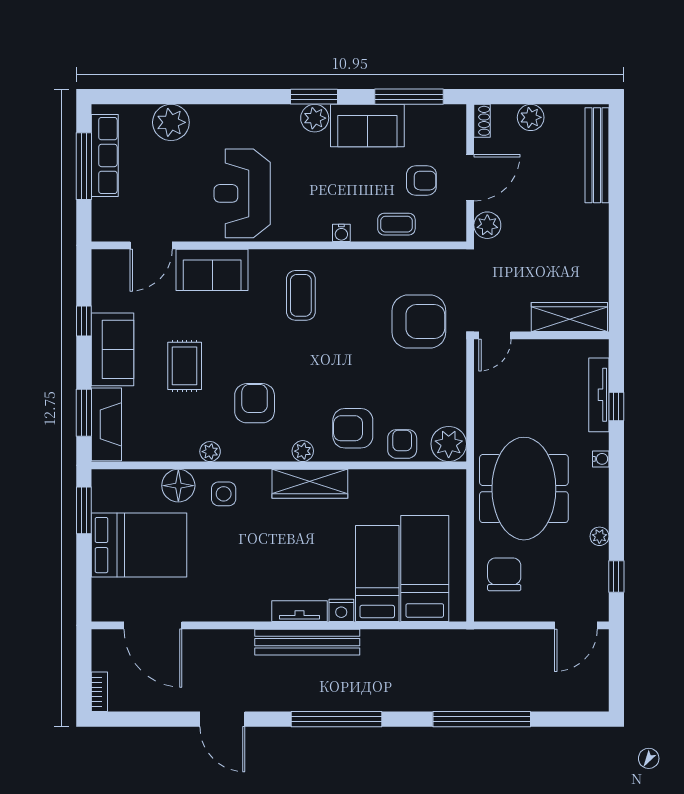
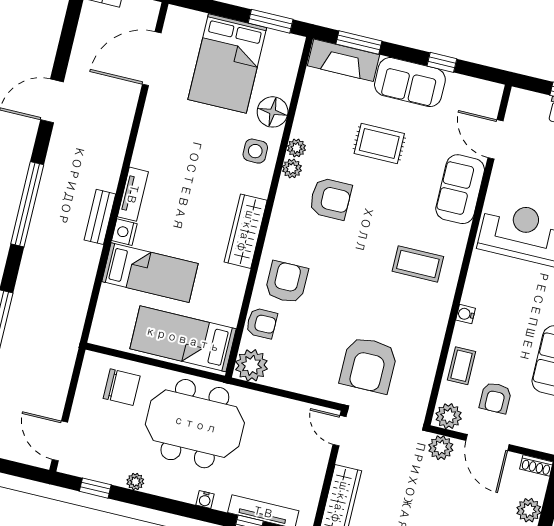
plant: (452, 225) -> (449, 416), added
plant: (303, 451) -> (292, 169), moved
bed: (425, 568) -> (183, 339), moved, turned 180
bench: (307, 642) -> (100, 217), width x0.54, depth x0.82

